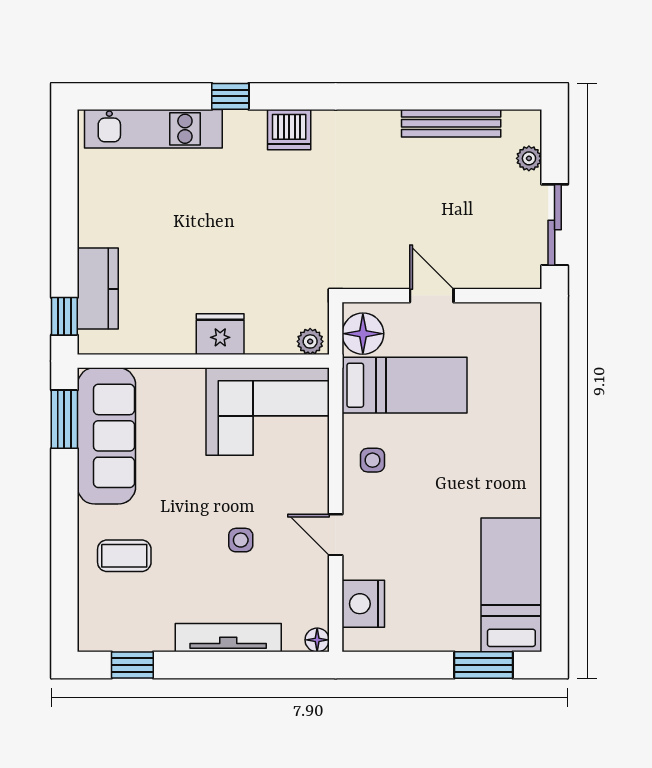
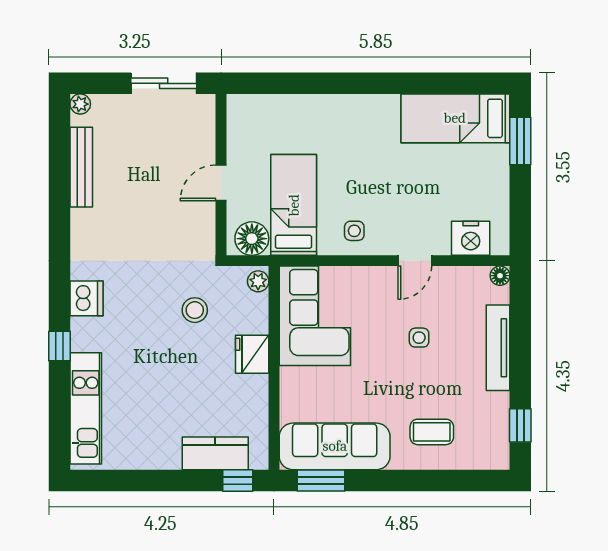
plant: (529, 158) -> (80, 104), moved
stool: (275, 263) -> (195, 310), added
coffee table: (124, 556) -> (432, 432), turned 90

